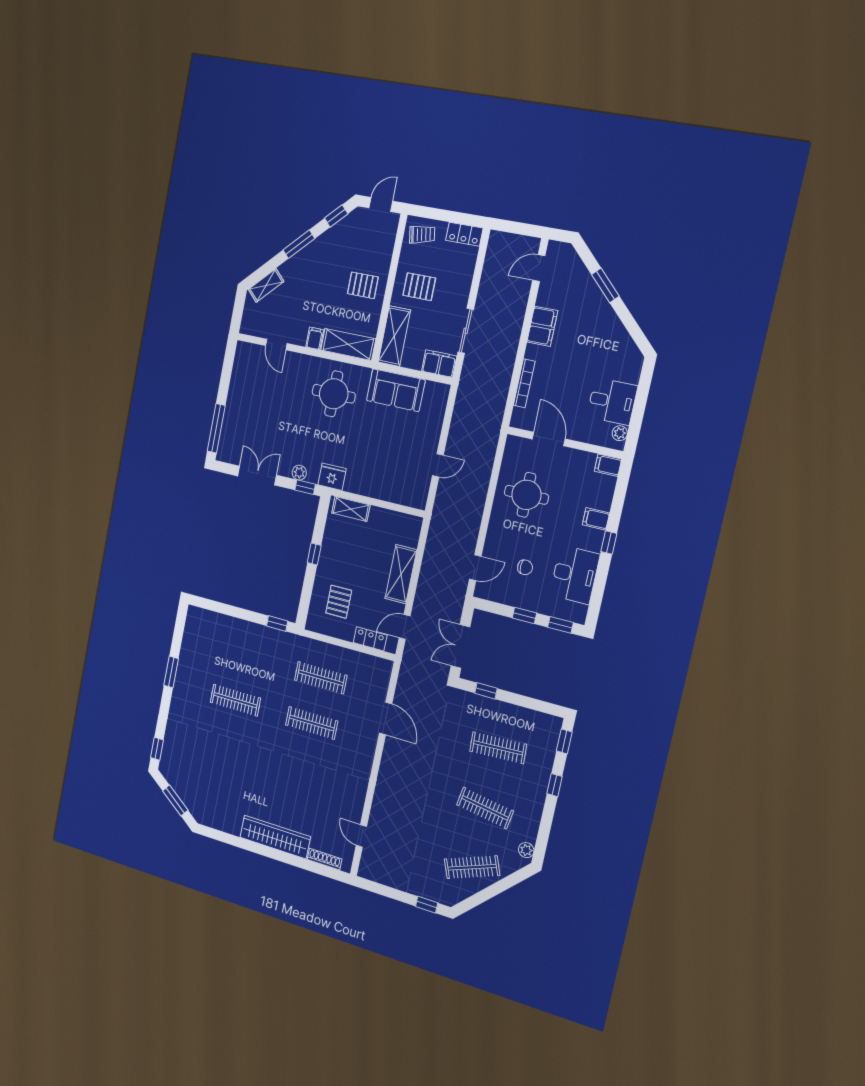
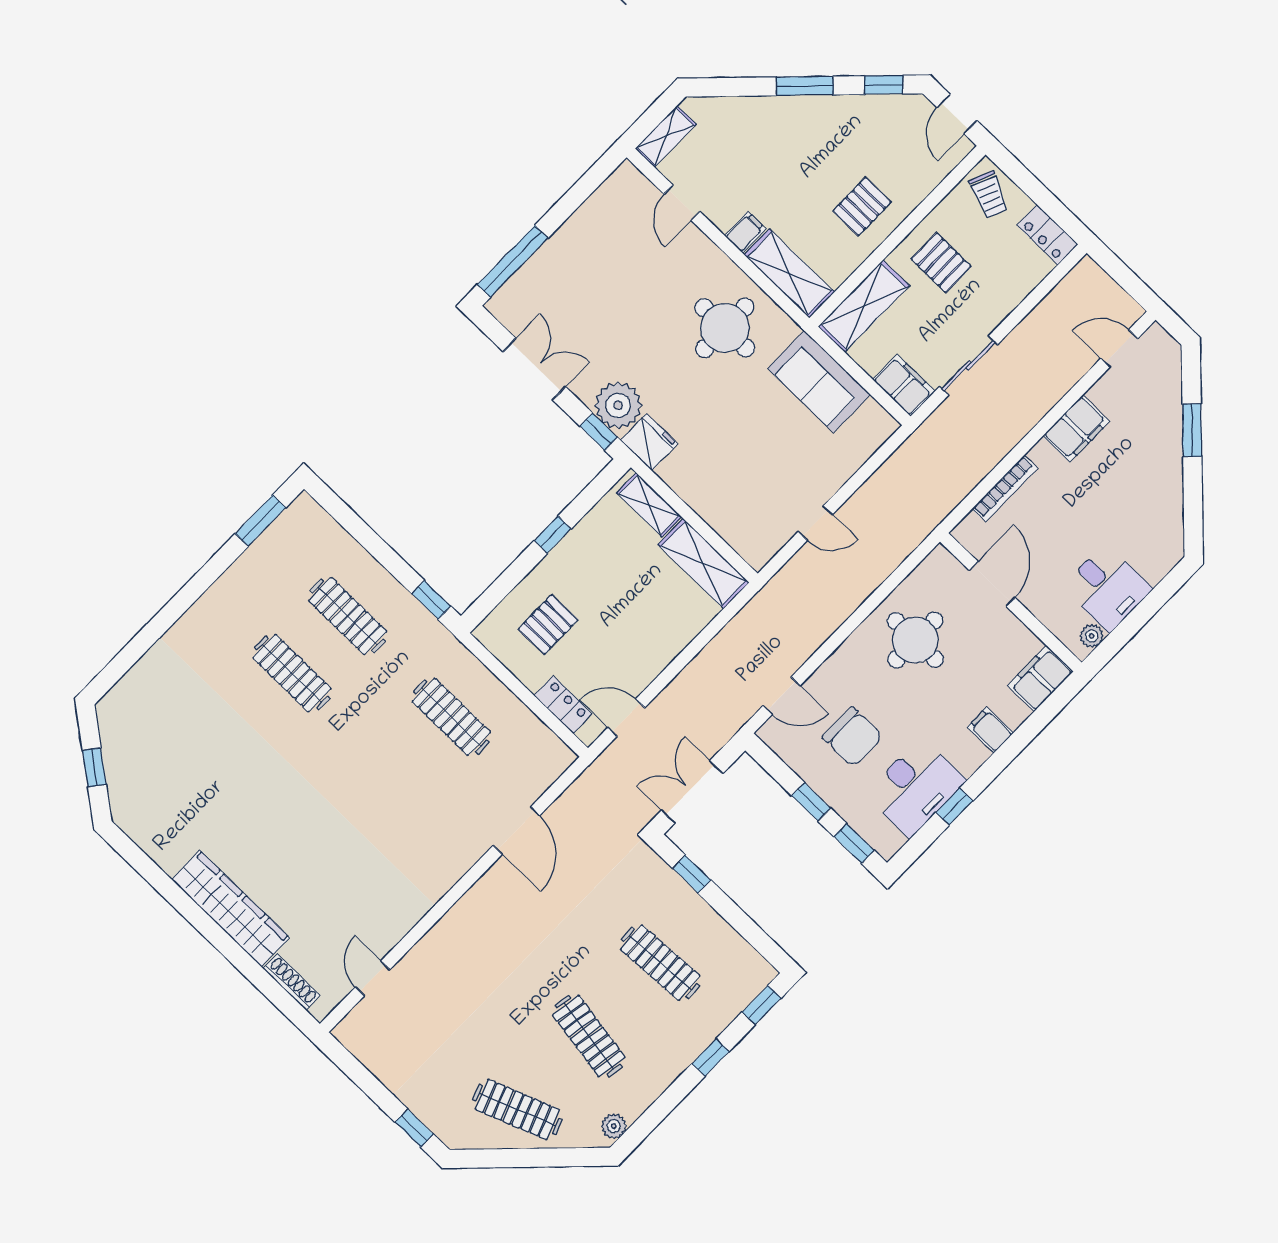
door: (381, 204) -> (957, 114), swing flipped
trolley: (422, 235) -> (989, 195), turned 34
shelving: (266, 285) -> (666, 136), moved, turned -45
pallet: (363, 285) -> (862, 206), turned 90
filing cabinet: (608, 465) -> (1040, 678), width x2.00
plant: (299, 473) -> (618, 405), width x1.88, depth x1.88
window: (609, 543) -> (954, 807), moved
chair: (525, 567) -> (853, 737), width x1.87, depth x1.87
shelving: (401, 574) -> (704, 564), moved, turned 90
window: (171, 672) -> (260, 521), moved
clothes rail: (312, 723) -> (348, 616), moved
window: (157, 749) -> (112, 673), removed
window: (175, 801) -> (94, 767), width x0.67

